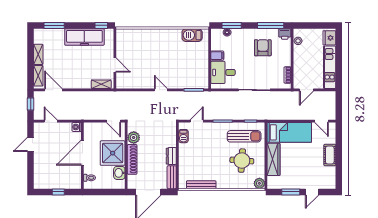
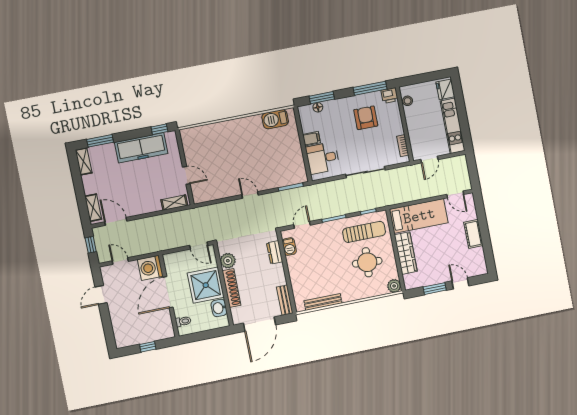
shelving: (38, 54) -> (84, 161), moved
washing machine: (77, 127) -> (150, 268), width x1.89, depth x1.89
dresser: (171, 156) -> (275, 252), moved
door: (312, 192) -> (460, 283), swing flipped

